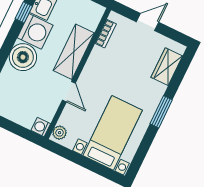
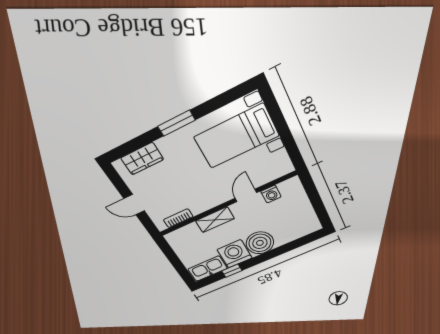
shelving: (74, 52) -> (215, 220), width x0.67, depth x0.75
washing machine: (41, 127) -> (271, 194), moved
plant: (60, 133) -> (282, 169), removed

